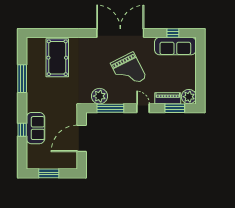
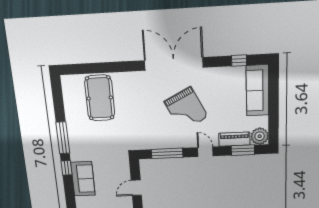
sofa: (175, 46) -> (257, 91), moved, turned 90
window: (22, 79) -> (63, 138), moved
plant: (100, 96) -> (153, 140), removed
window: (22, 130) -> (67, 168), moved
door: (82, 138) -> (136, 188), width x0.53

